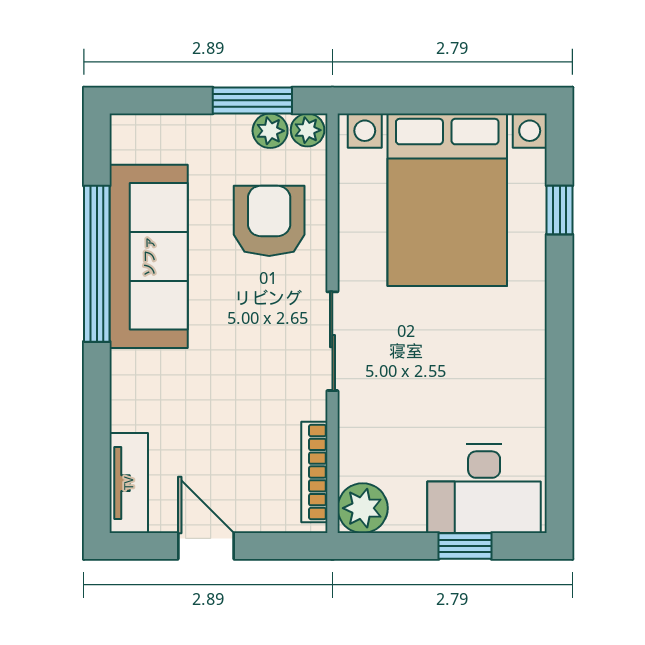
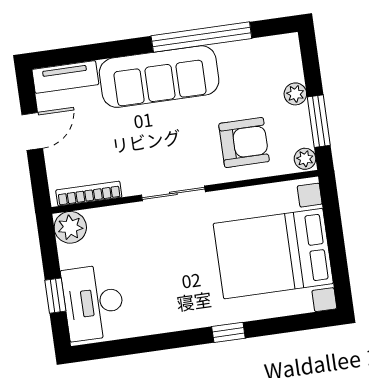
plant: (270, 131) -> (295, 94), moved
window: (560, 210) -> (228, 332), moved
sofa: (149, 256) -> (159, 77), moved

